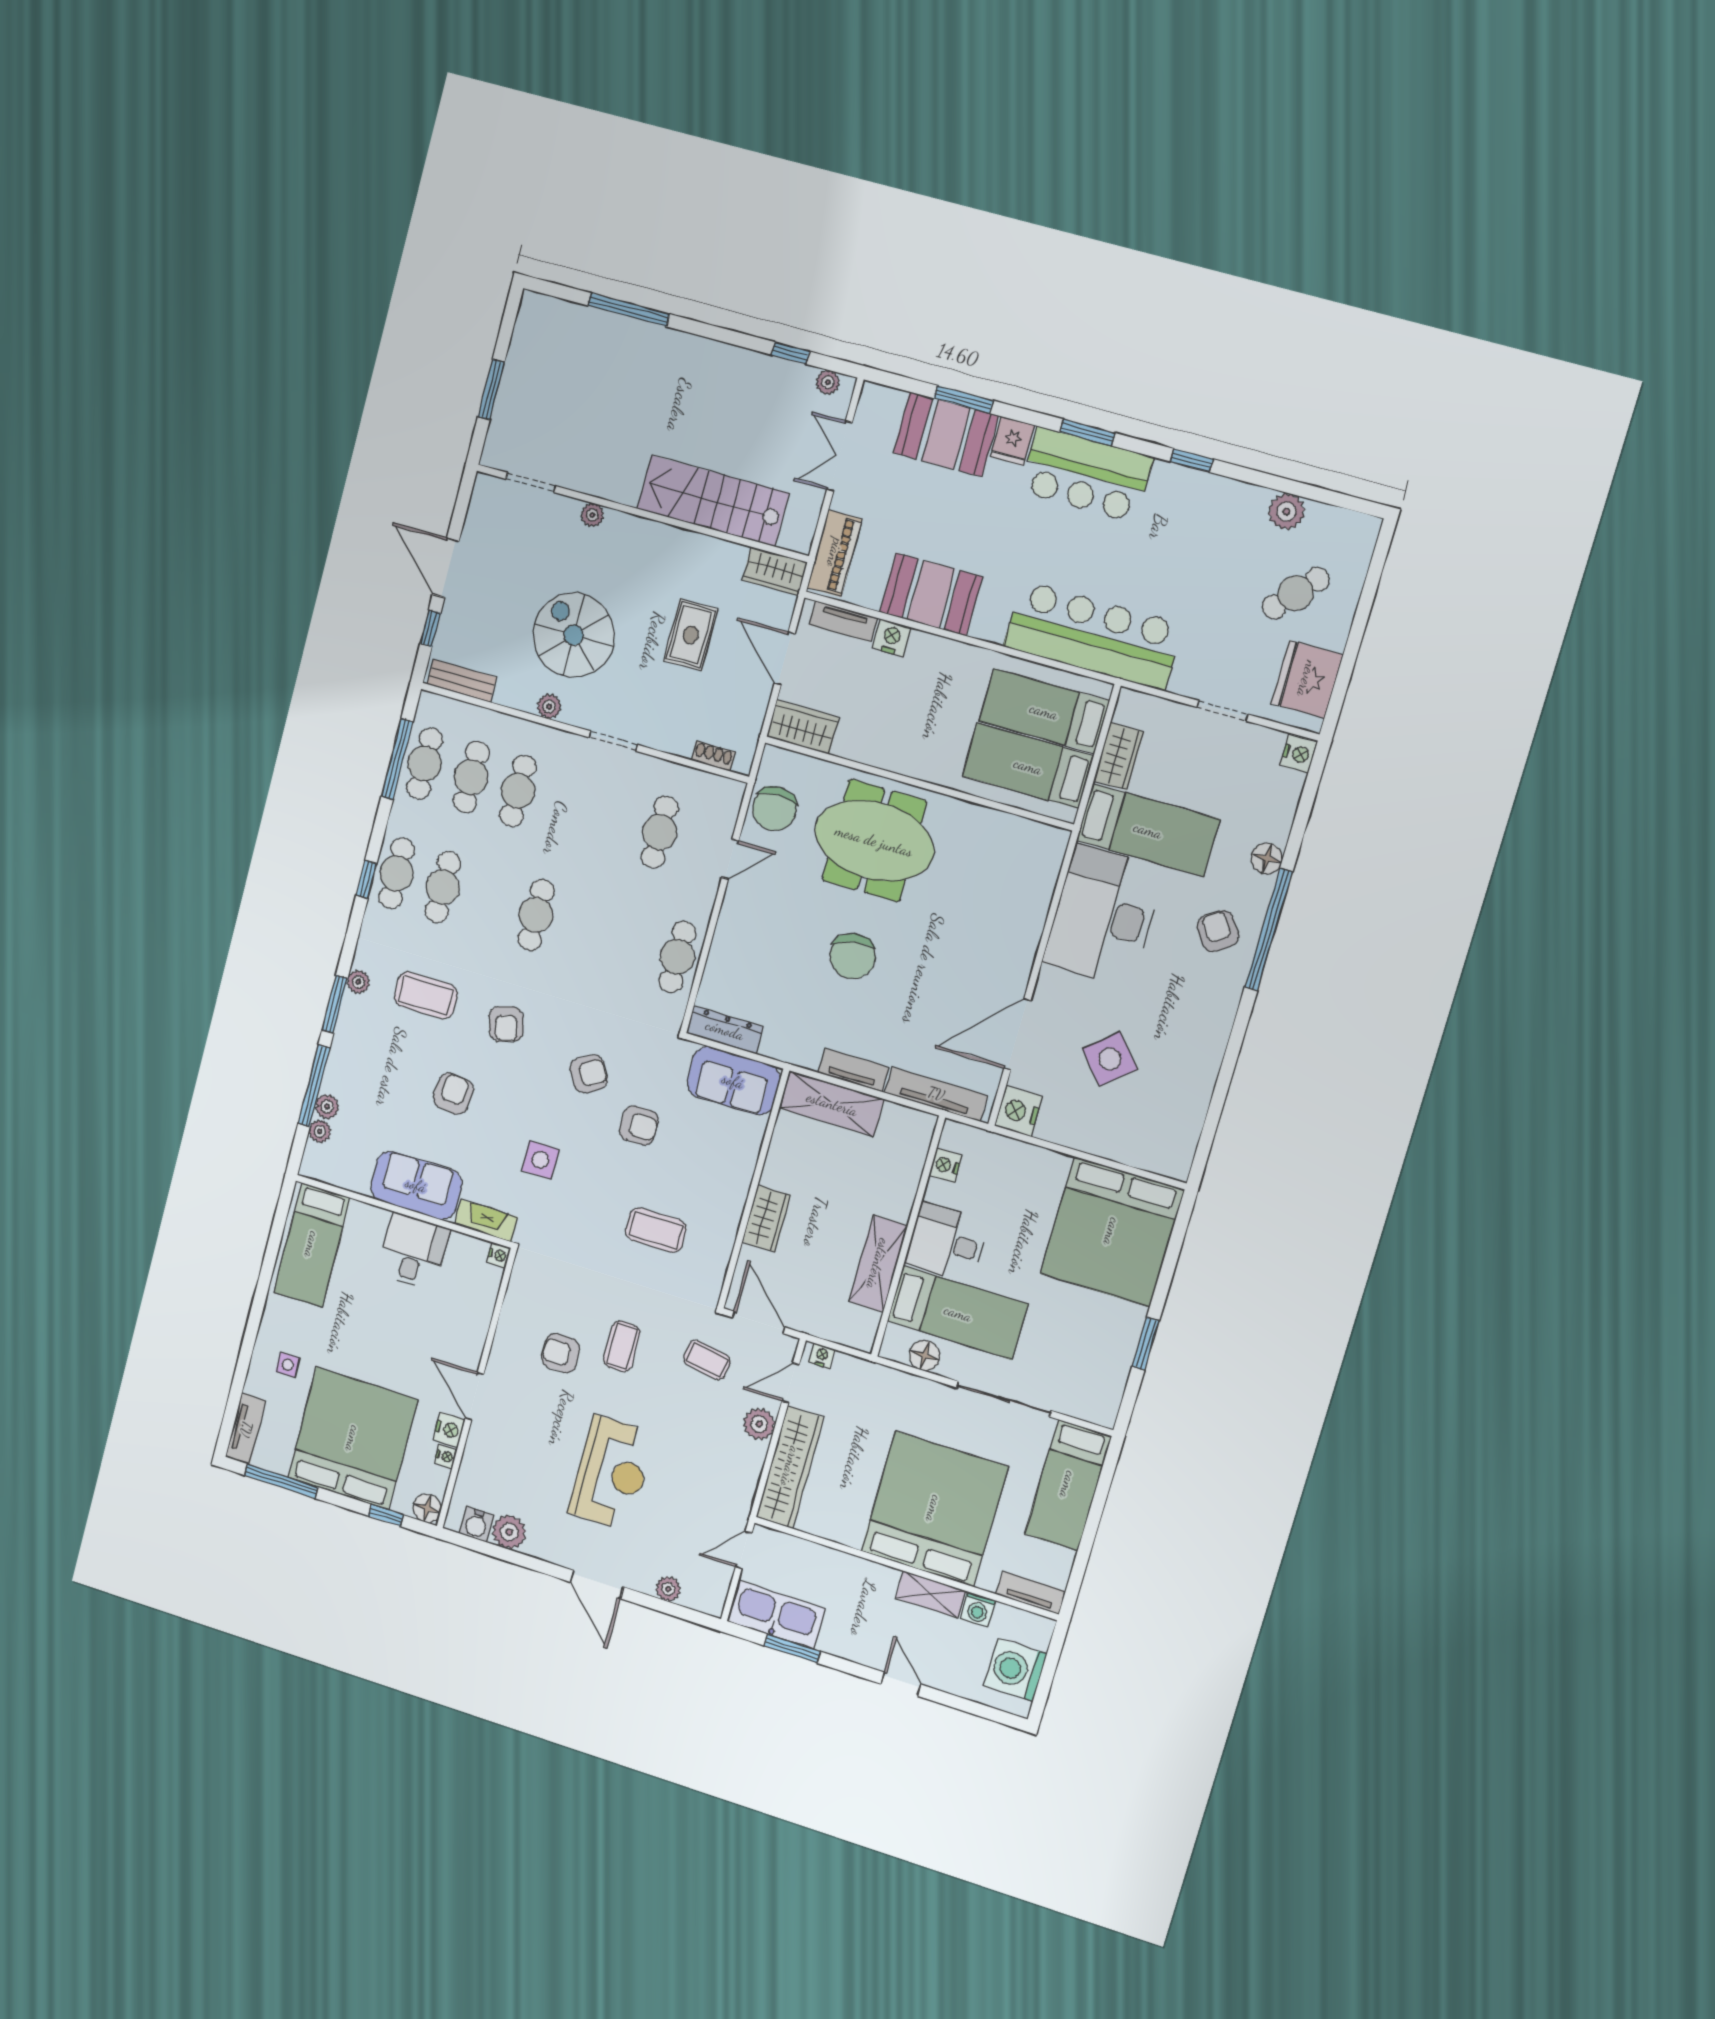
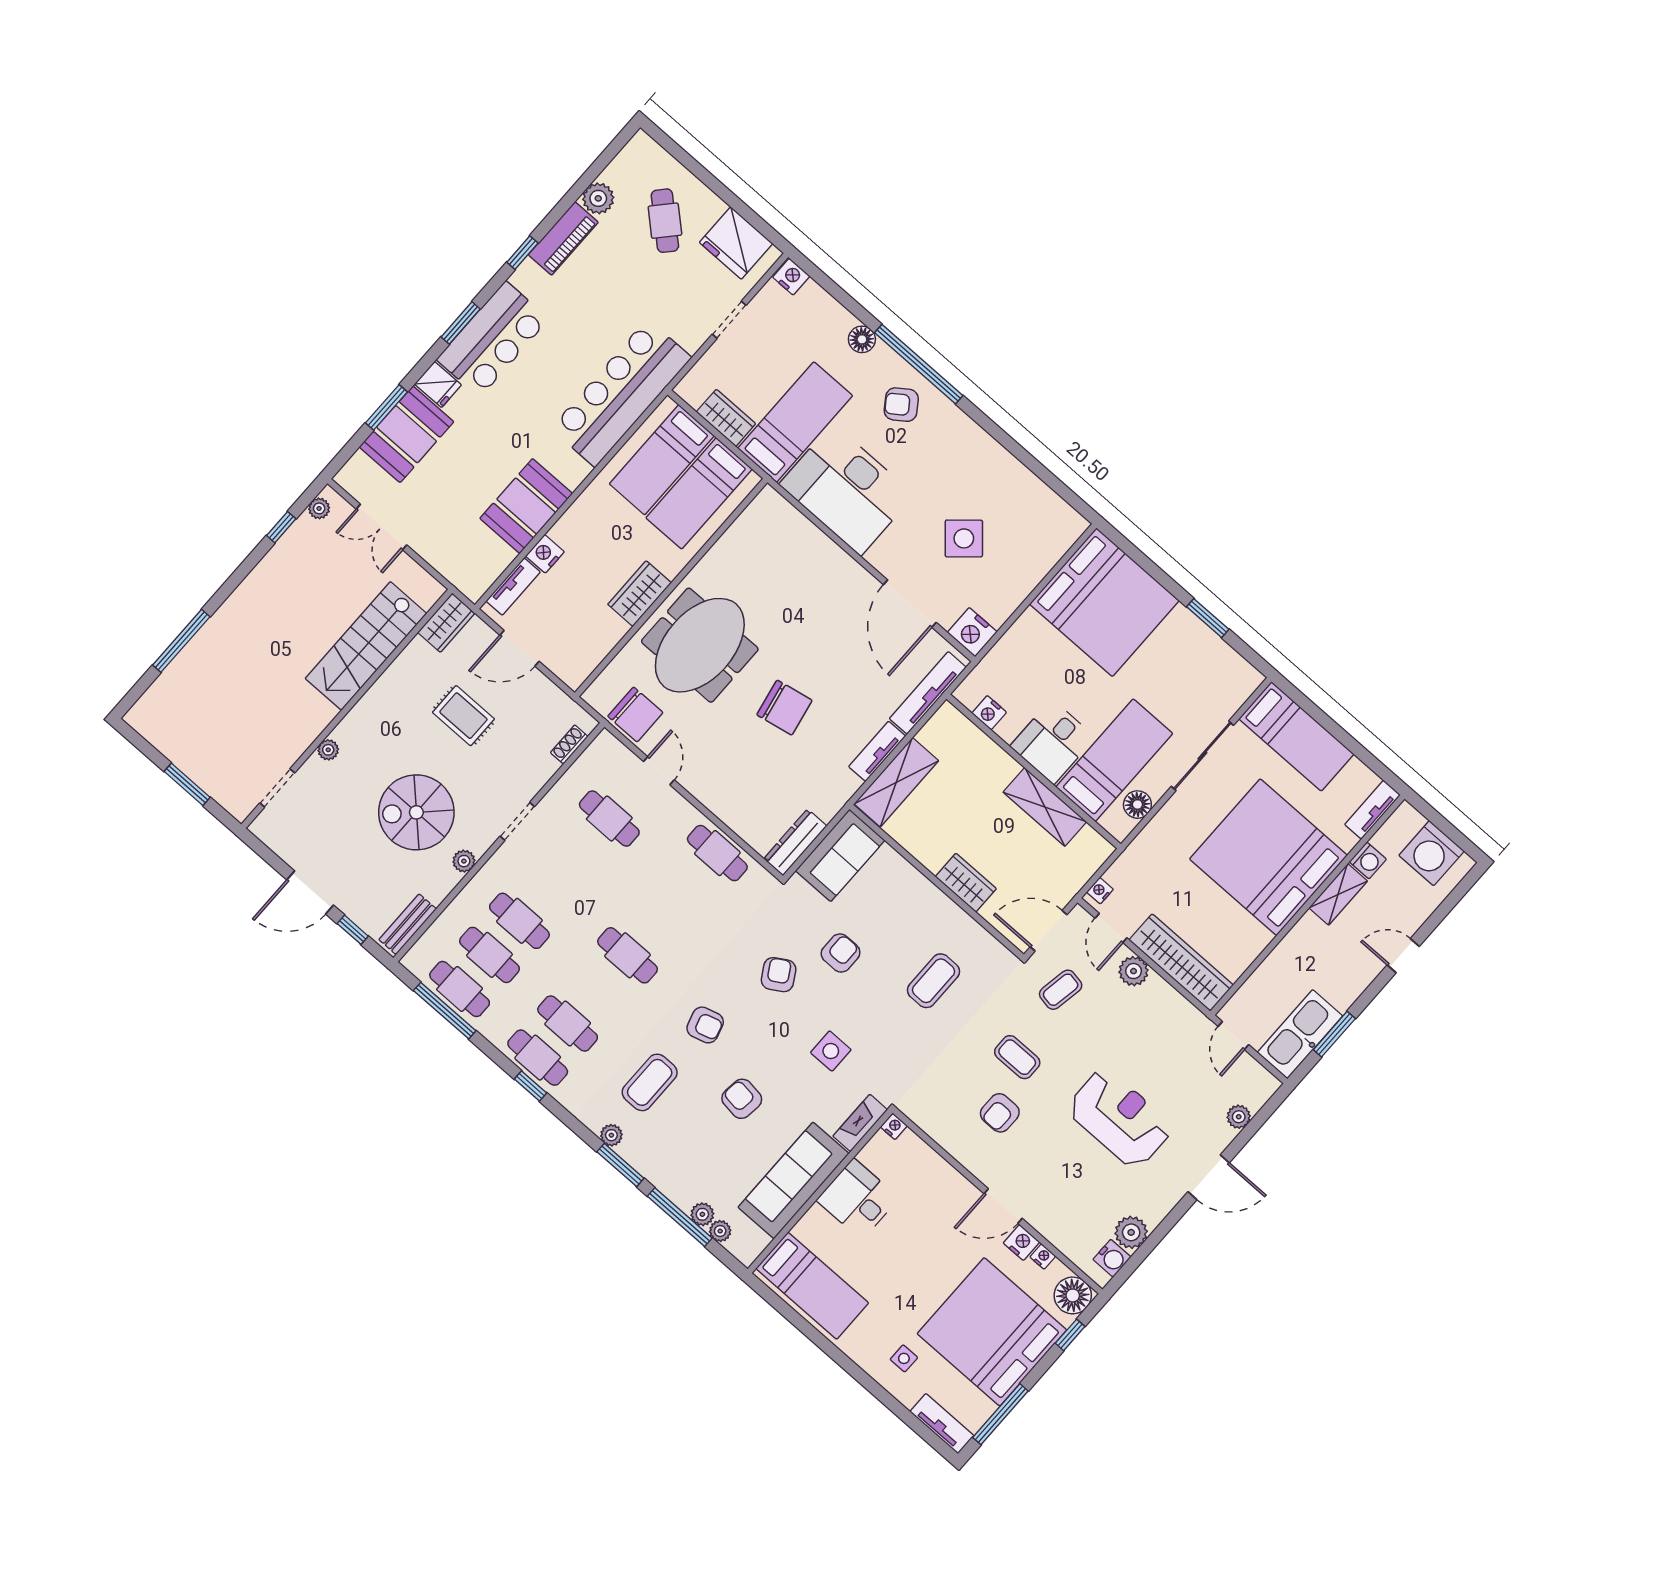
piano: (835, 553) -> (563, 238), moved, turned 90
wardrobe: (803, 727) -> (640, 594), moved
sofa: (416, 1185) -> (793, 1180), width x1.36
floor lamp: (427, 1508) -> (1073, 1295), width x1.38, depth x1.38

